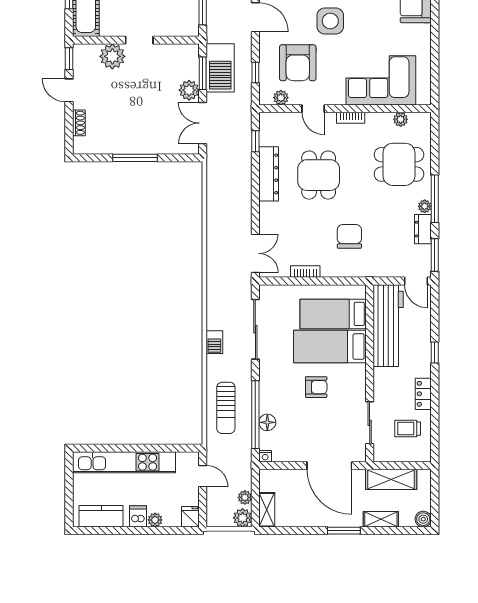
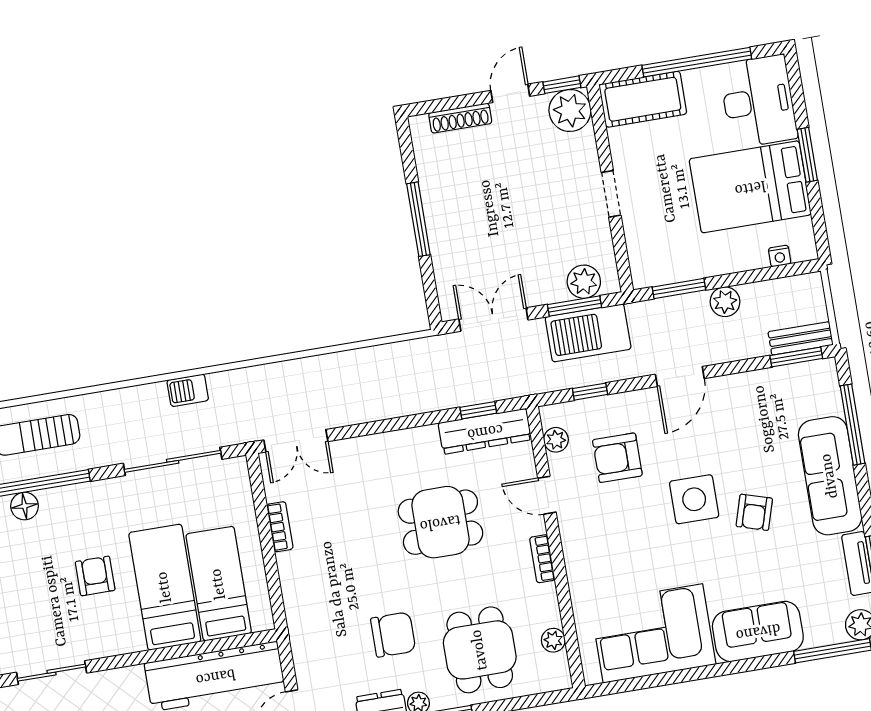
plant: (112, 56) -> (570, 111), moved
armchair: (298, 63) -> (617, 458), width x0.73, depth x0.73
corner sofa: (381, 80) -> (653, 633), moved, turned -90
plant: (189, 90) -> (584, 282), moved
door: (313, 109) -> (547, 495), hinge flipped
shoe rack: (79, 123) -> (460, 118), width x1.43
dresser: (269, 174) -> (485, 431), moved
chair: (349, 236) -> (393, 635), moved
barbecue: (214, 342) -> (188, 390), moved
armchair: (316, 387) -> (95, 576), turned 180

